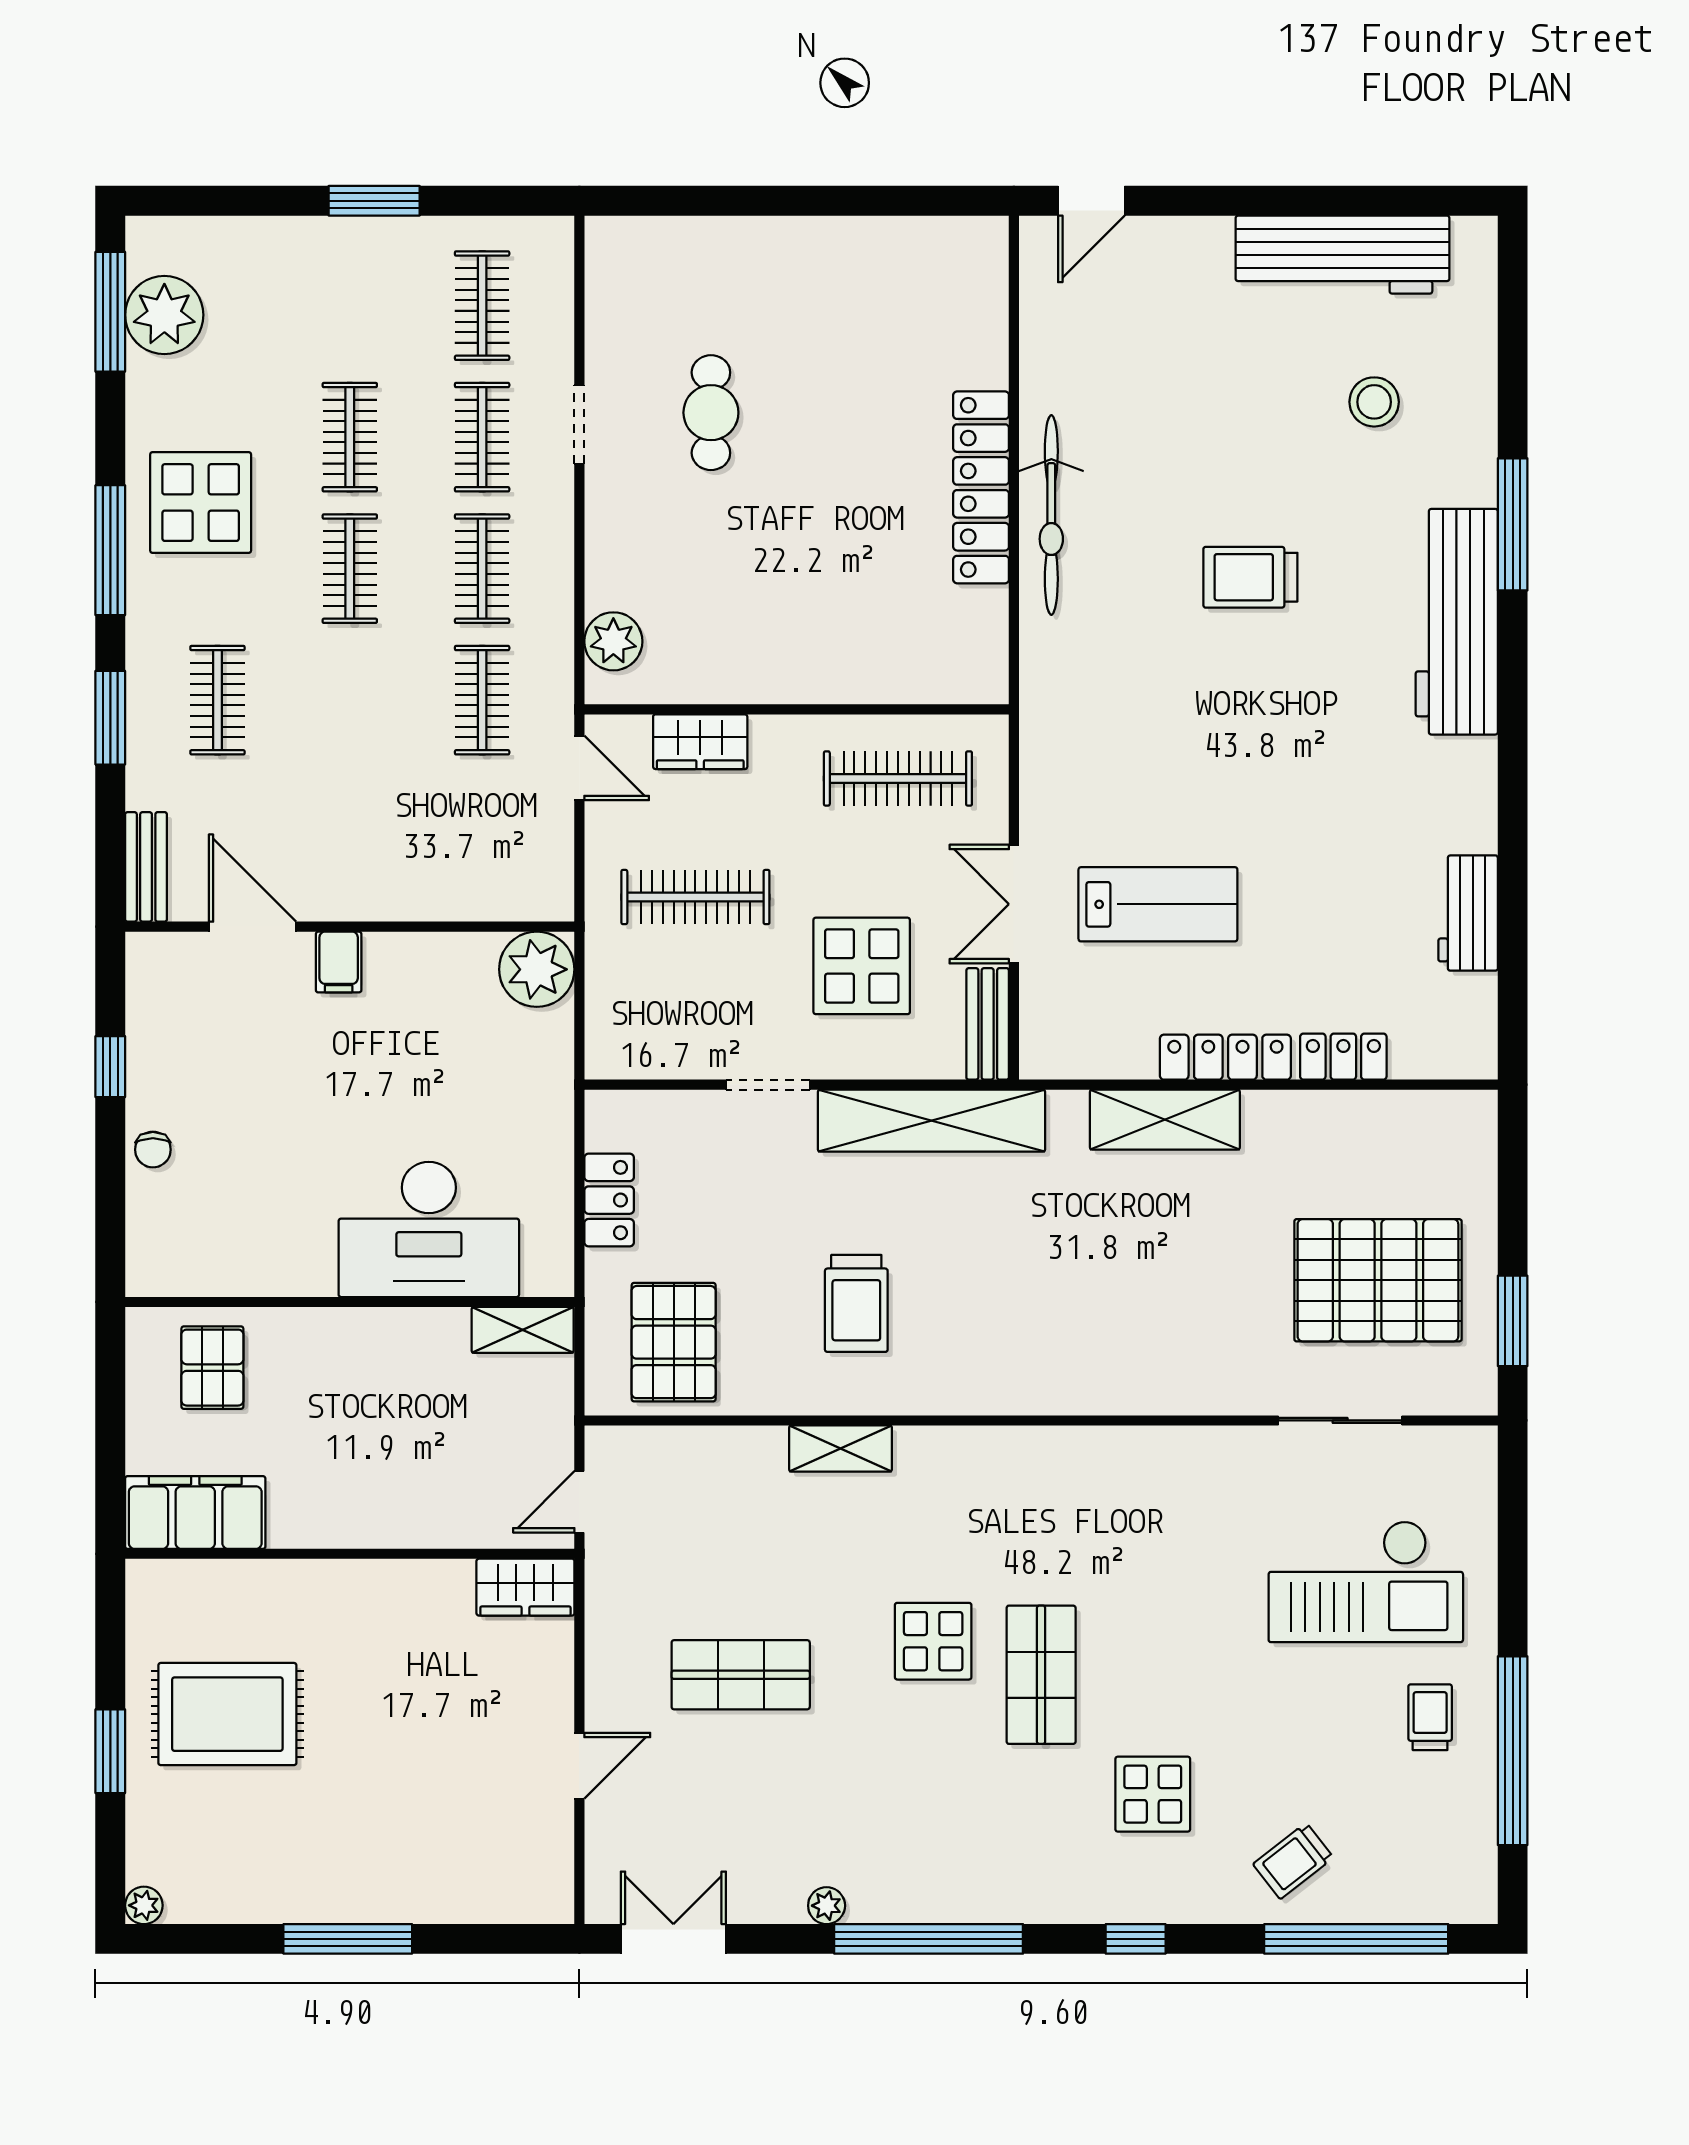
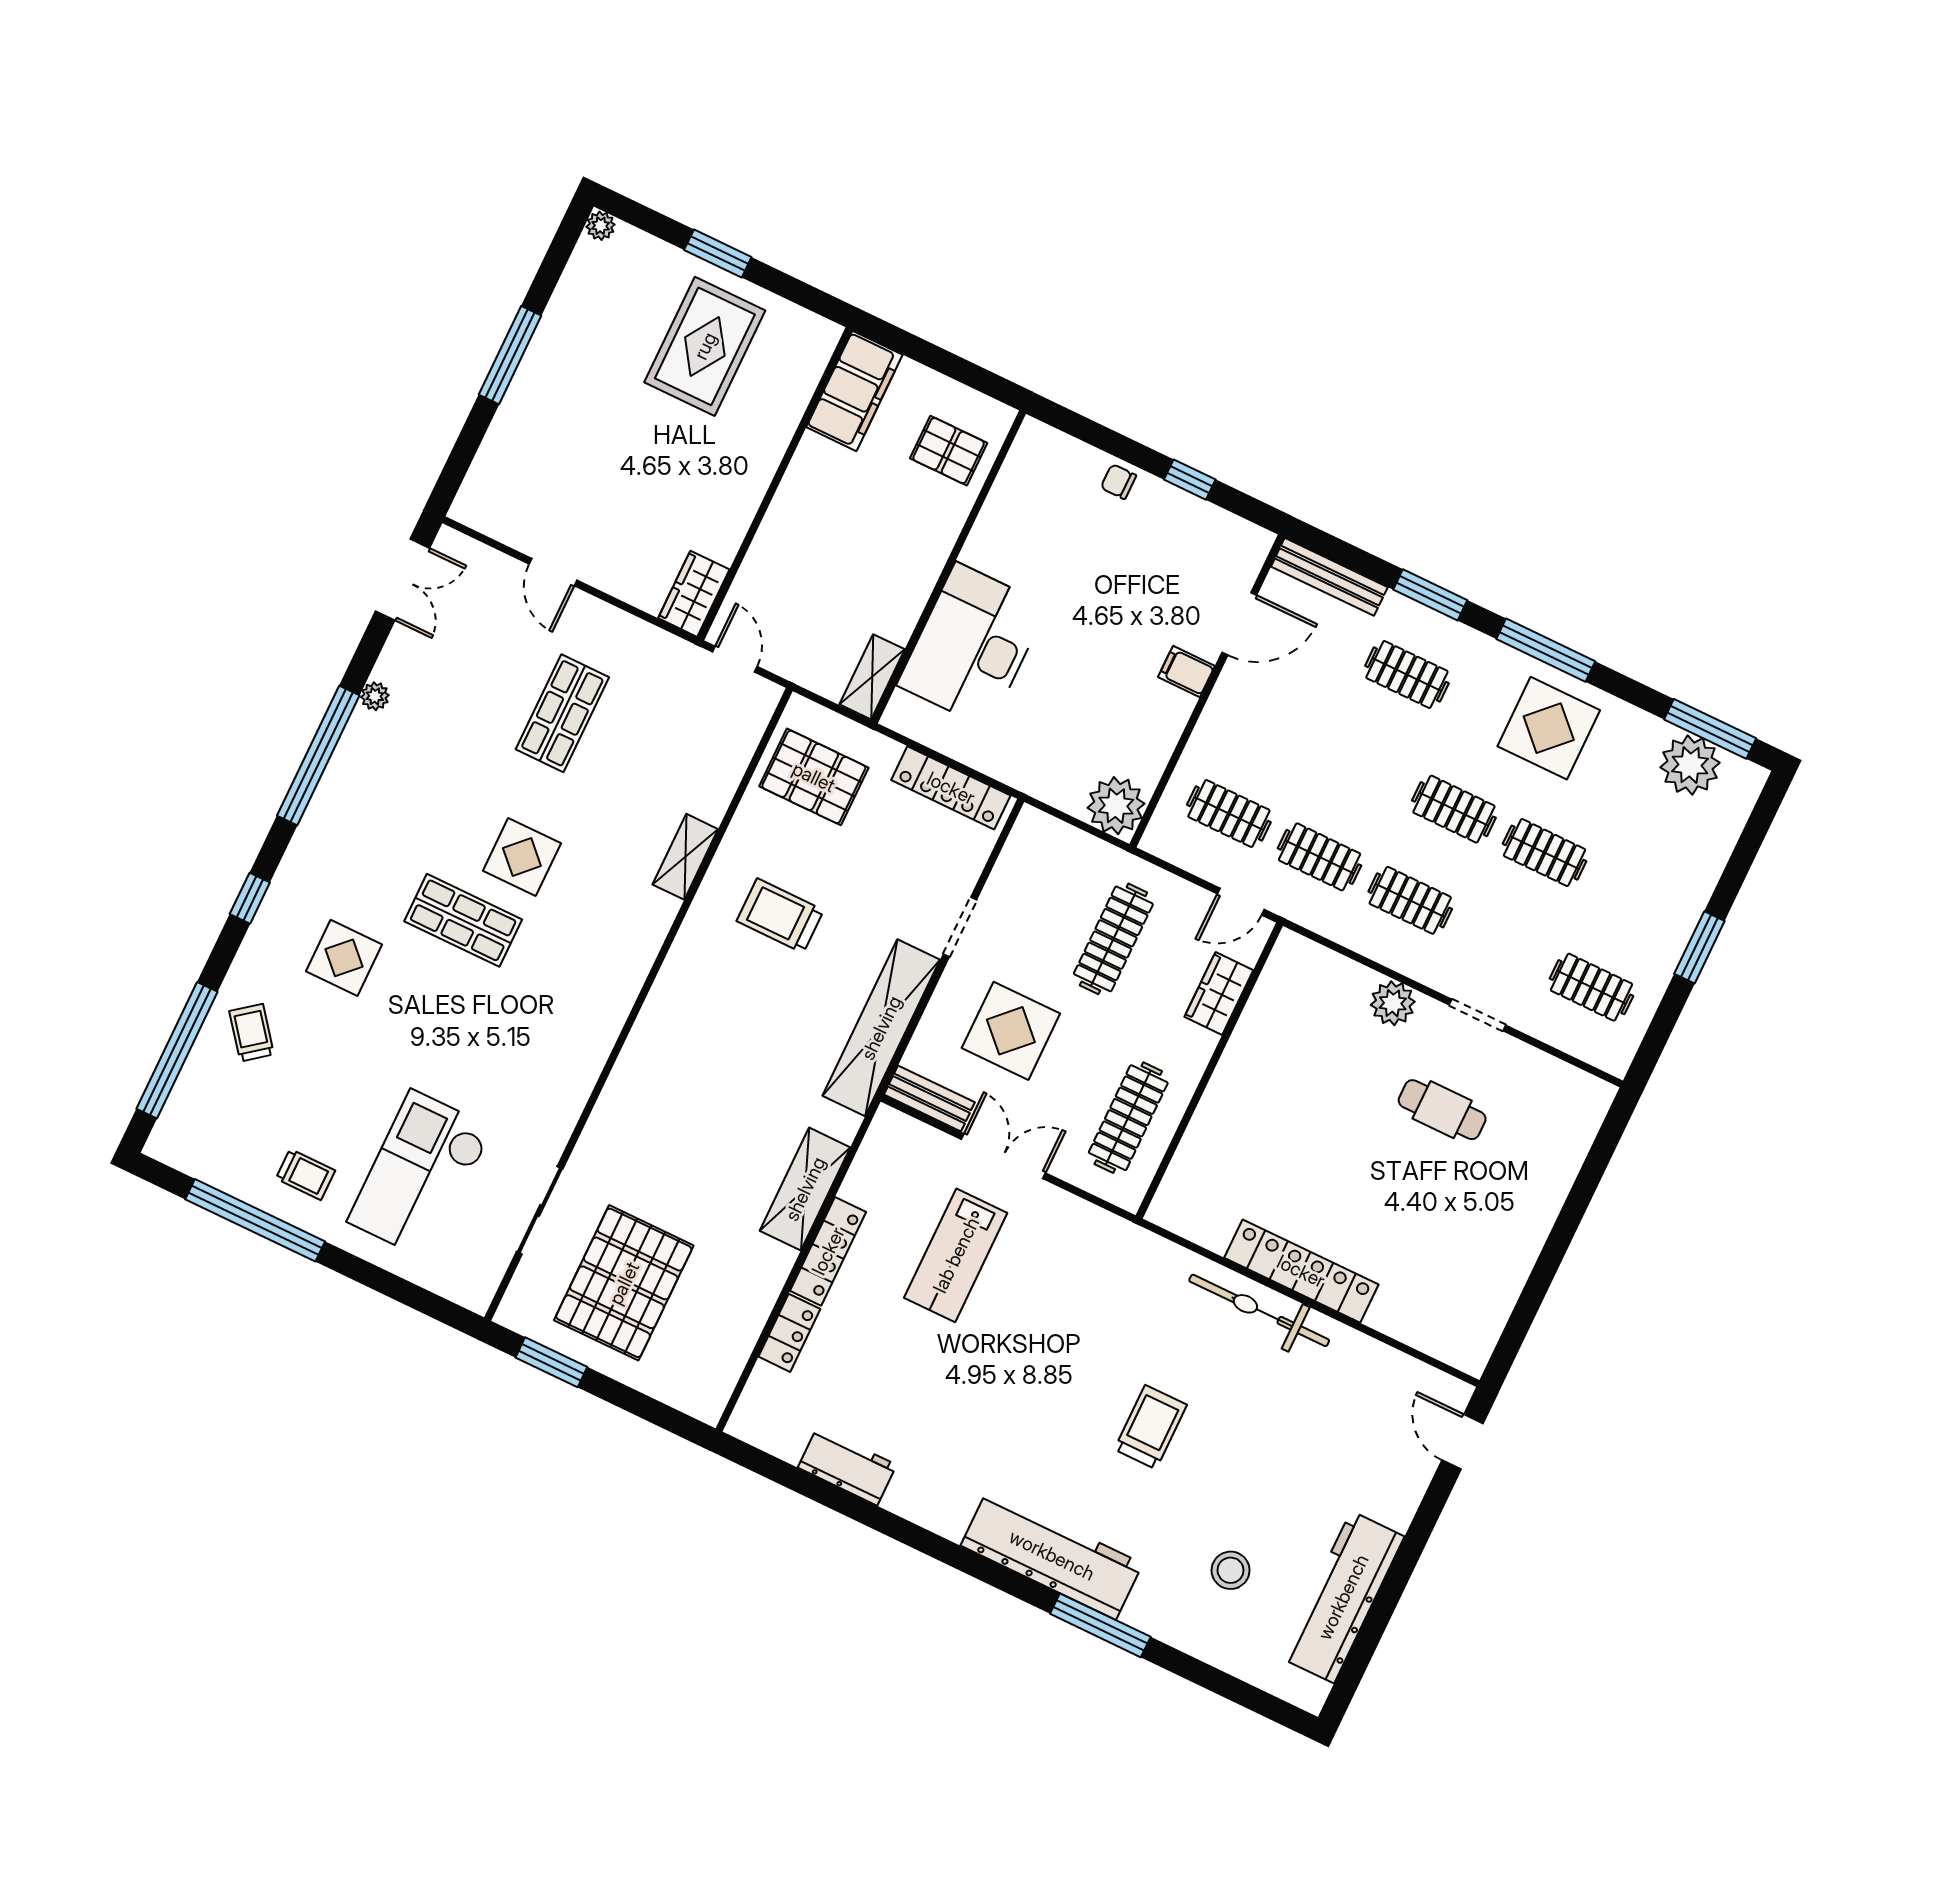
clothes rail: (482, 437) -> (1229, 813), moved
plant: (613, 641) -> (1393, 1003), moved
bench: (146, 867) -> (1329, 577), width x1.36
locker: (609, 1200) -> (951, 788), width x1.53

